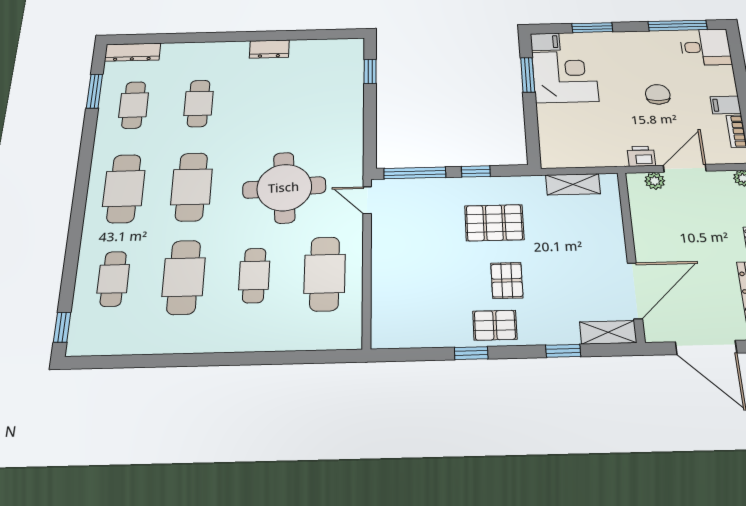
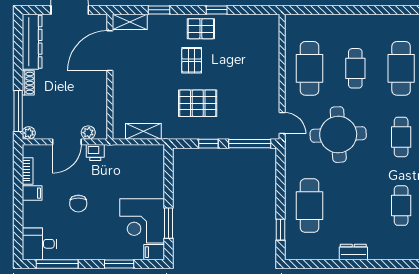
cafe table: (329, 100) -> (310, 206), added
cafe table: (191, 187) -> (401, 137), width x0.73, depth x0.74

